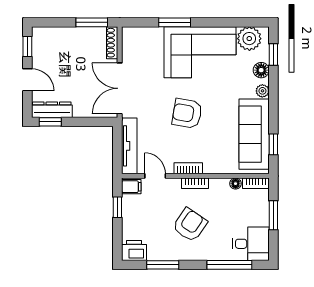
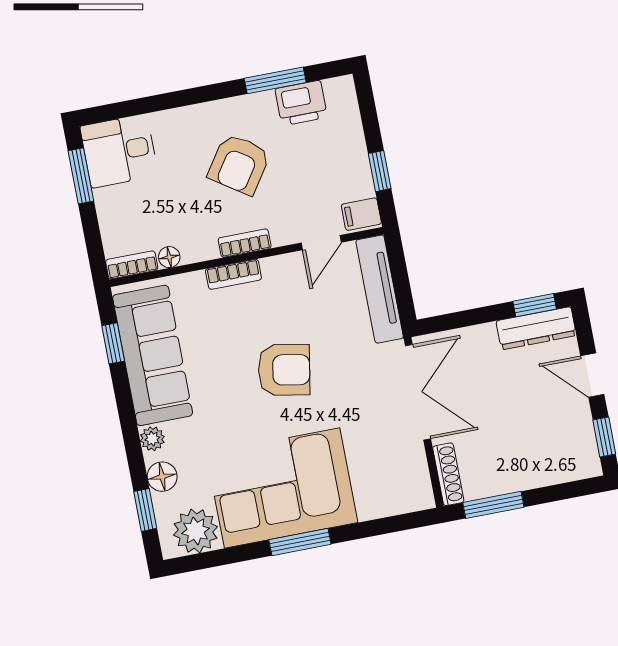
window: (175, 22) -> (300, 542), moved
bookcase: (188, 168) -> (233, 274), moved
door: (155, 176) -> (321, 243), hinge flipped
window: (273, 215) -> (81, 176), moved
printer: (134, 250) -> (301, 103), moved
window: (229, 265) -> (151, 104), removed

